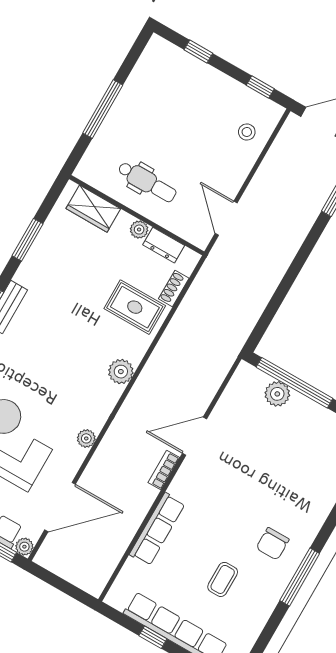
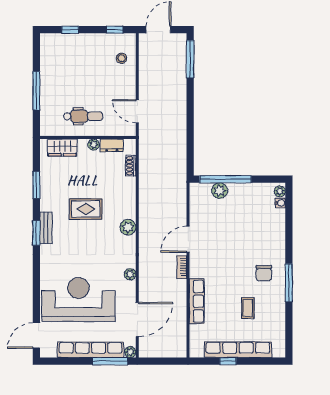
rug: (135, 307) -> (86, 209), moved

